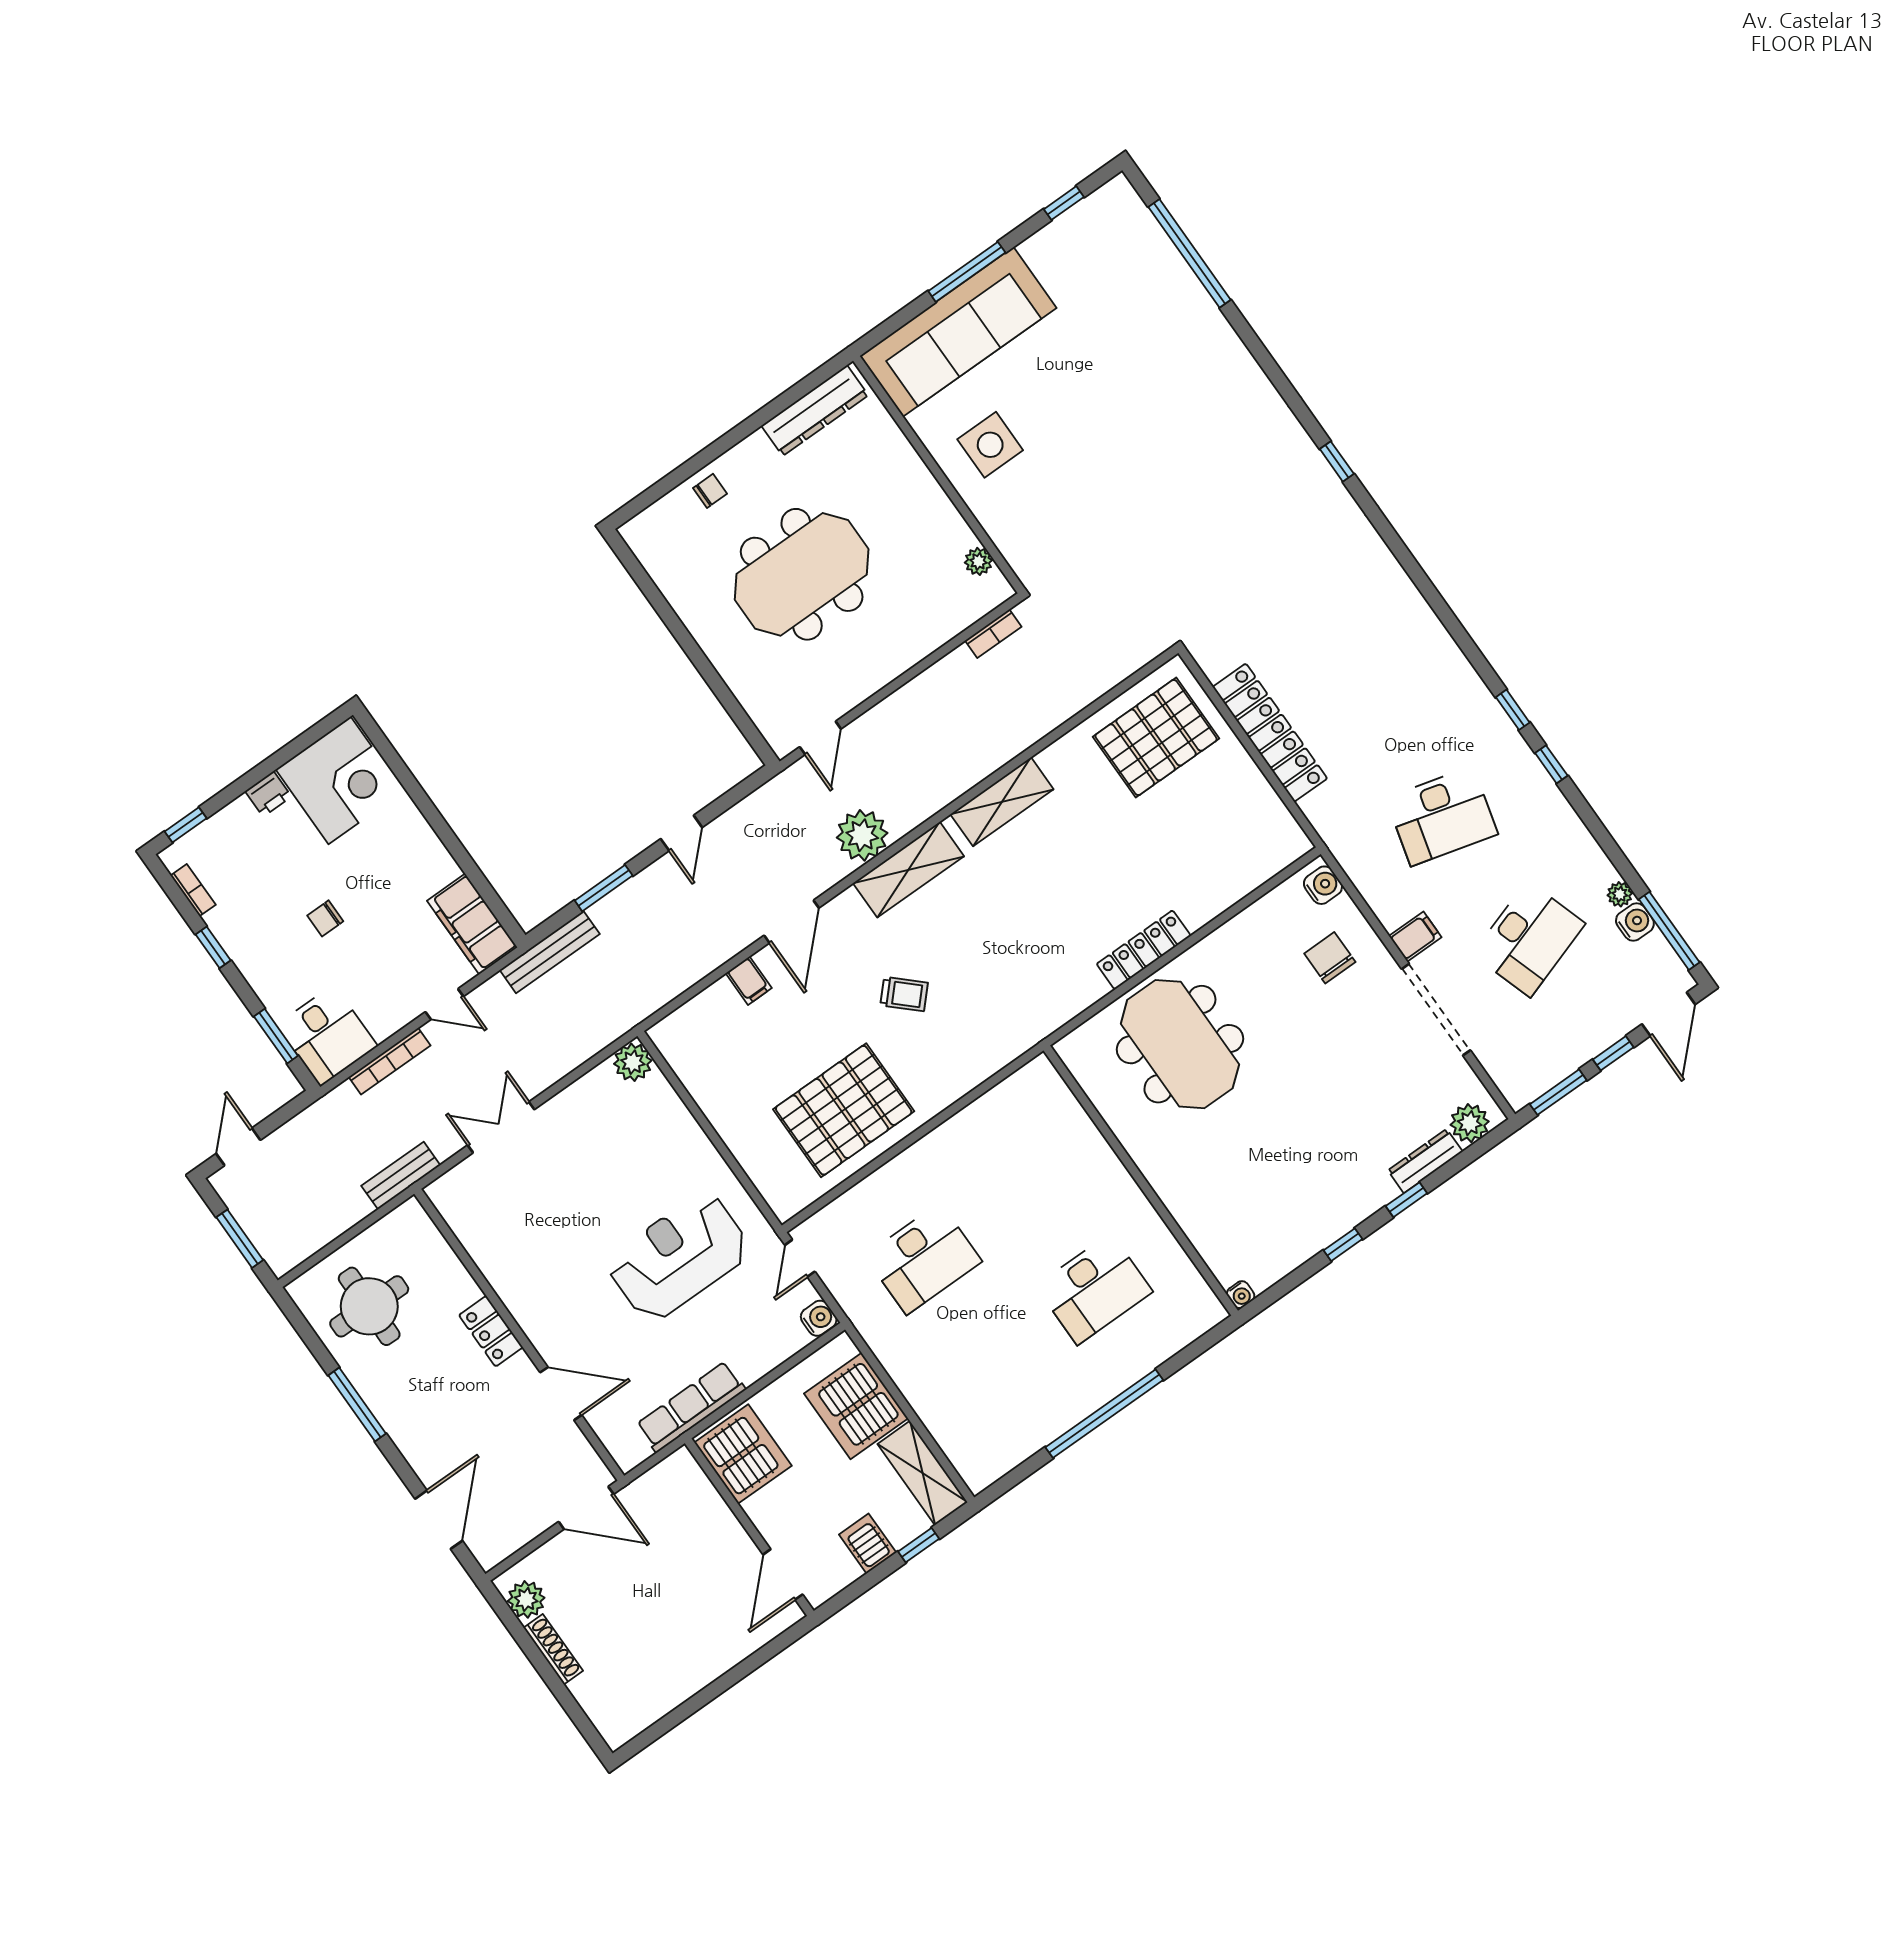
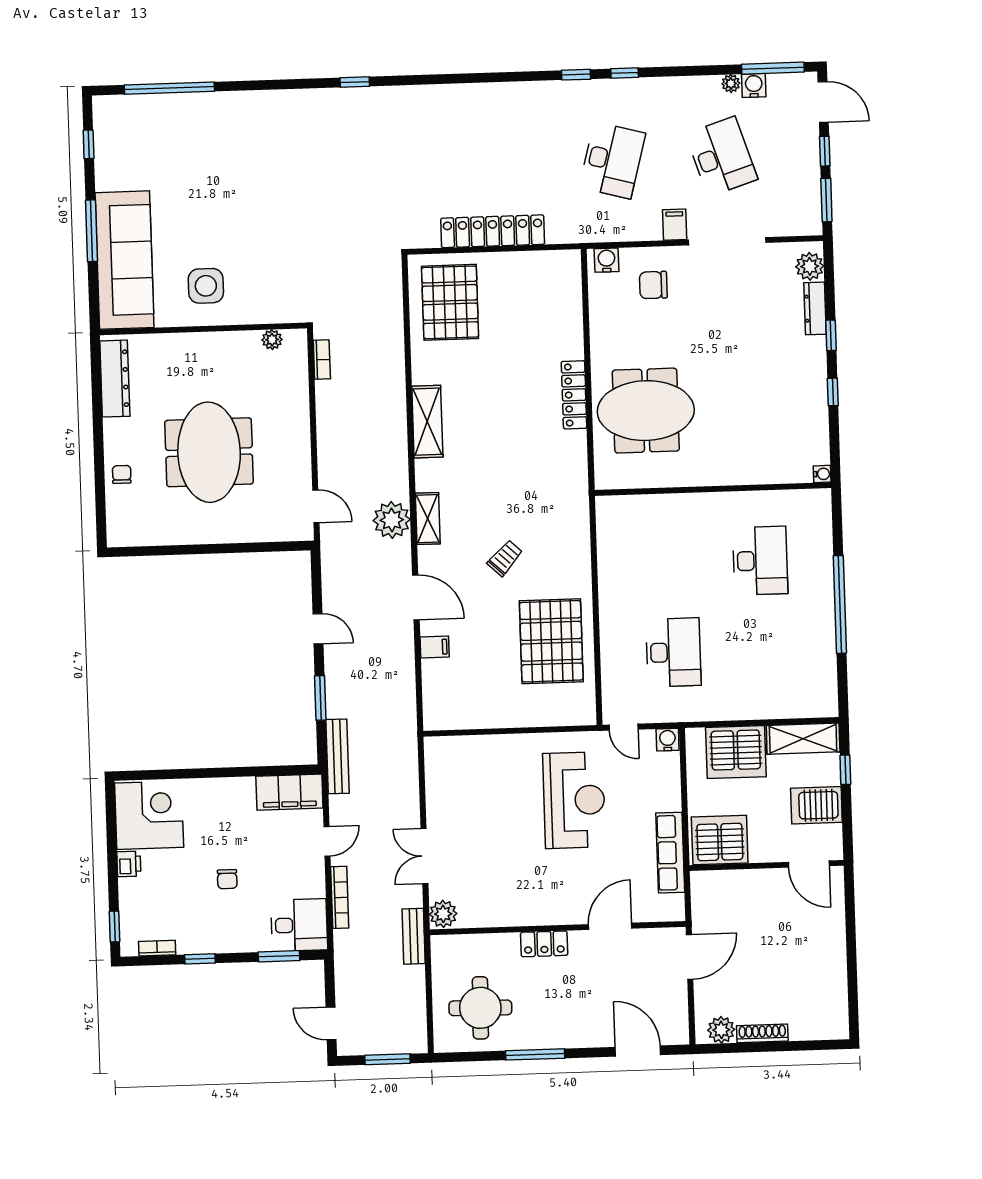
shelving: (908, 870) -> (428, 519), width x0.67, depth x0.75
plant: (633, 1062) -> (443, 914), moved
reception desk: (678, 1257) -> (574, 800), turned 180
server rack: (868, 1544) -> (816, 805), width x1.36, depth x1.44

